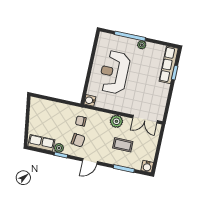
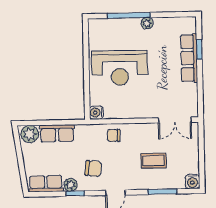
row of seats: (169, 65) -> (189, 58), moved
reception desk: (114, 72) -> (120, 68), turned -90
row of seats: (58, 108) -> (57, 133), added
chair: (81, 121) -> (114, 136), moved
plant: (116, 121) -> (30, 134), moved

